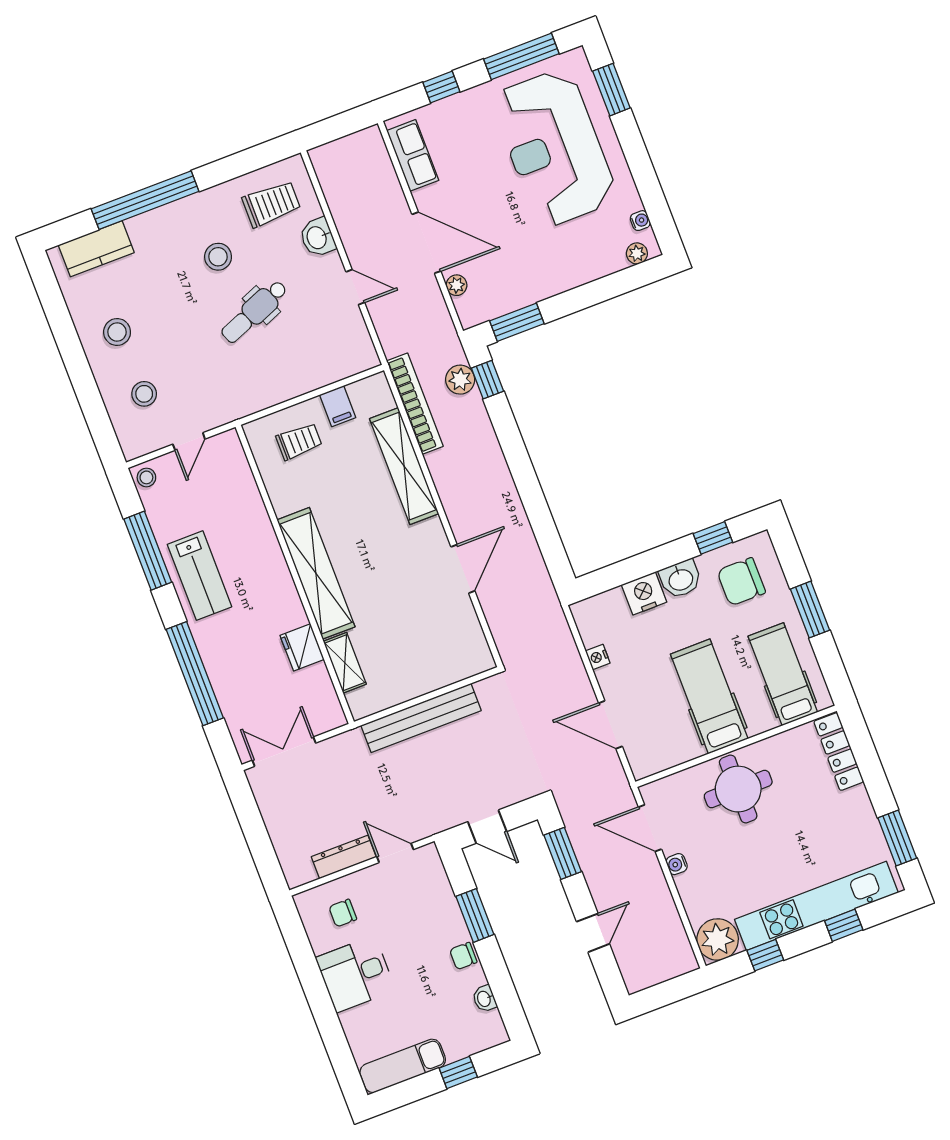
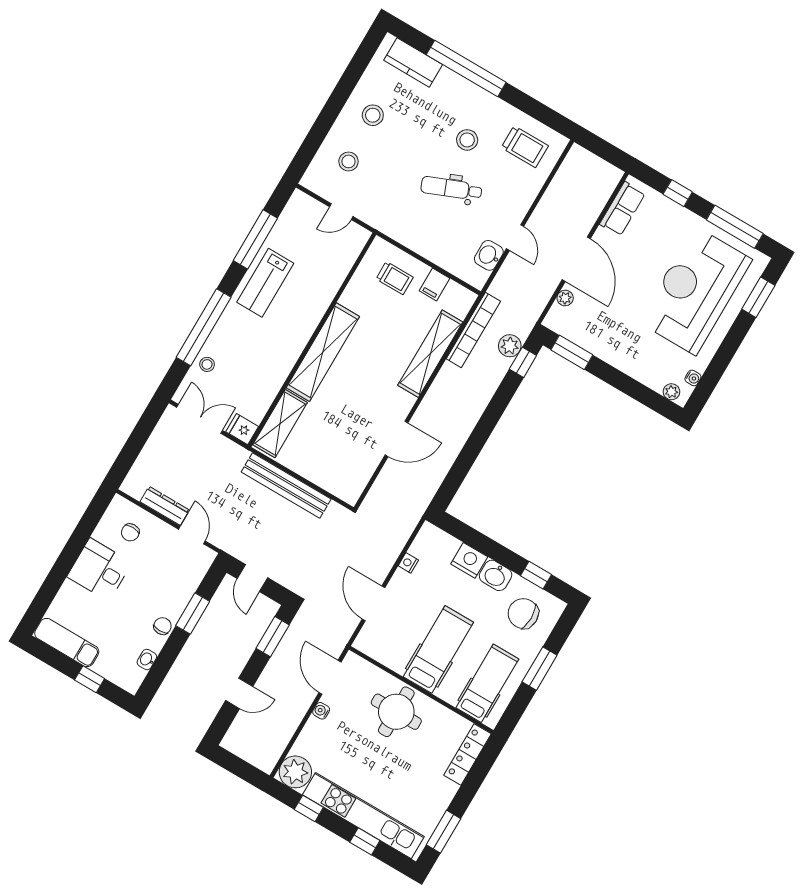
washbasin: (317, 237) -> (489, 255), moved
stool: (146, 477) -> (207, 364), moved
fridge: (302, 647) -> (242, 429), moved, width x0.72
shelving: (345, 663) -> (280, 424), width x1.50, depth x1.33
chair: (343, 913) -> (130, 532), turned -90
chair: (463, 956) -> (163, 626), turned 90

